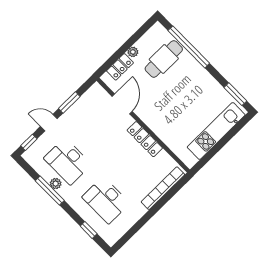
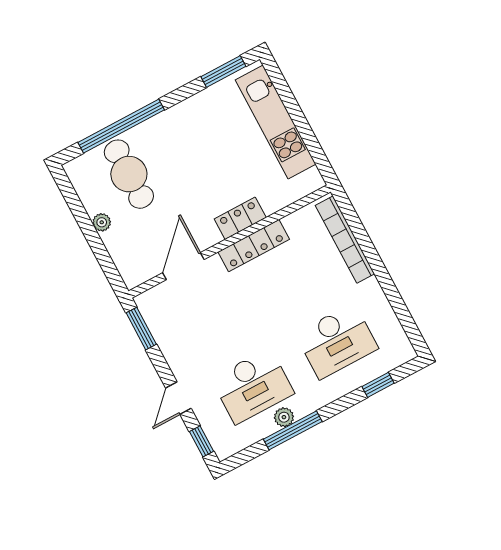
locker: (120, 67) -> (240, 218), moved, turned -90
window: (69, 103) -> (141, 329), moved
door: (122, 104) -> (183, 266), hinge flipped

